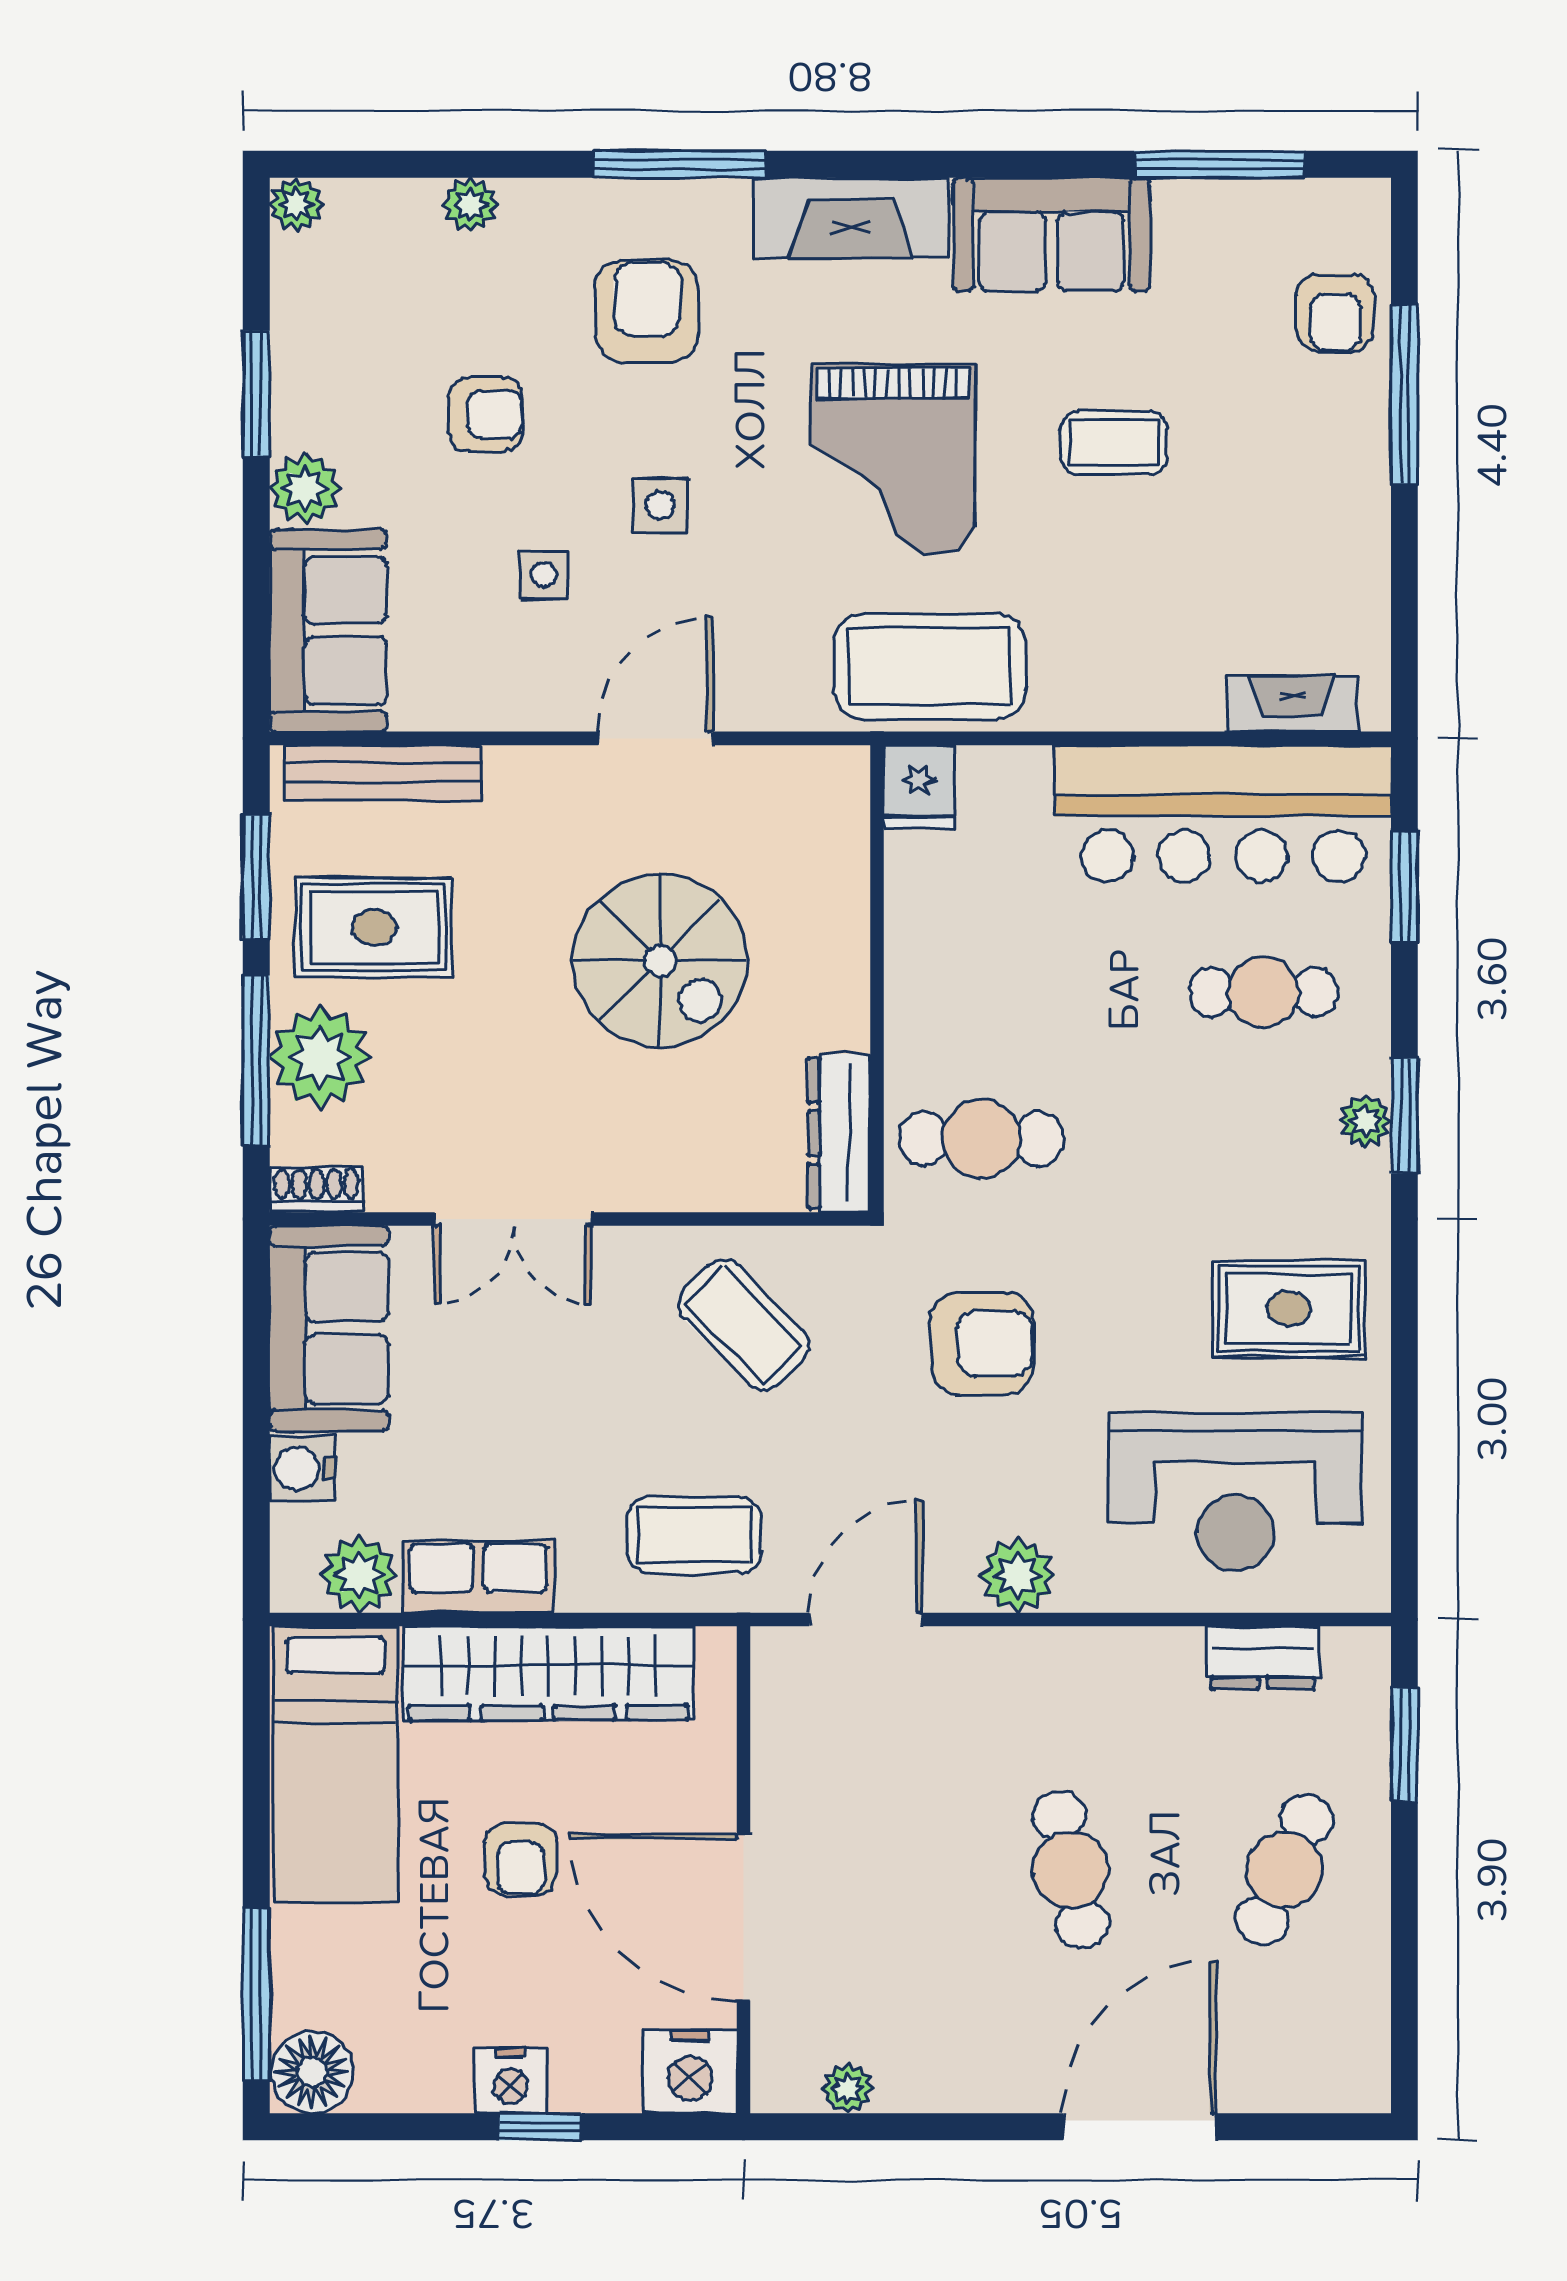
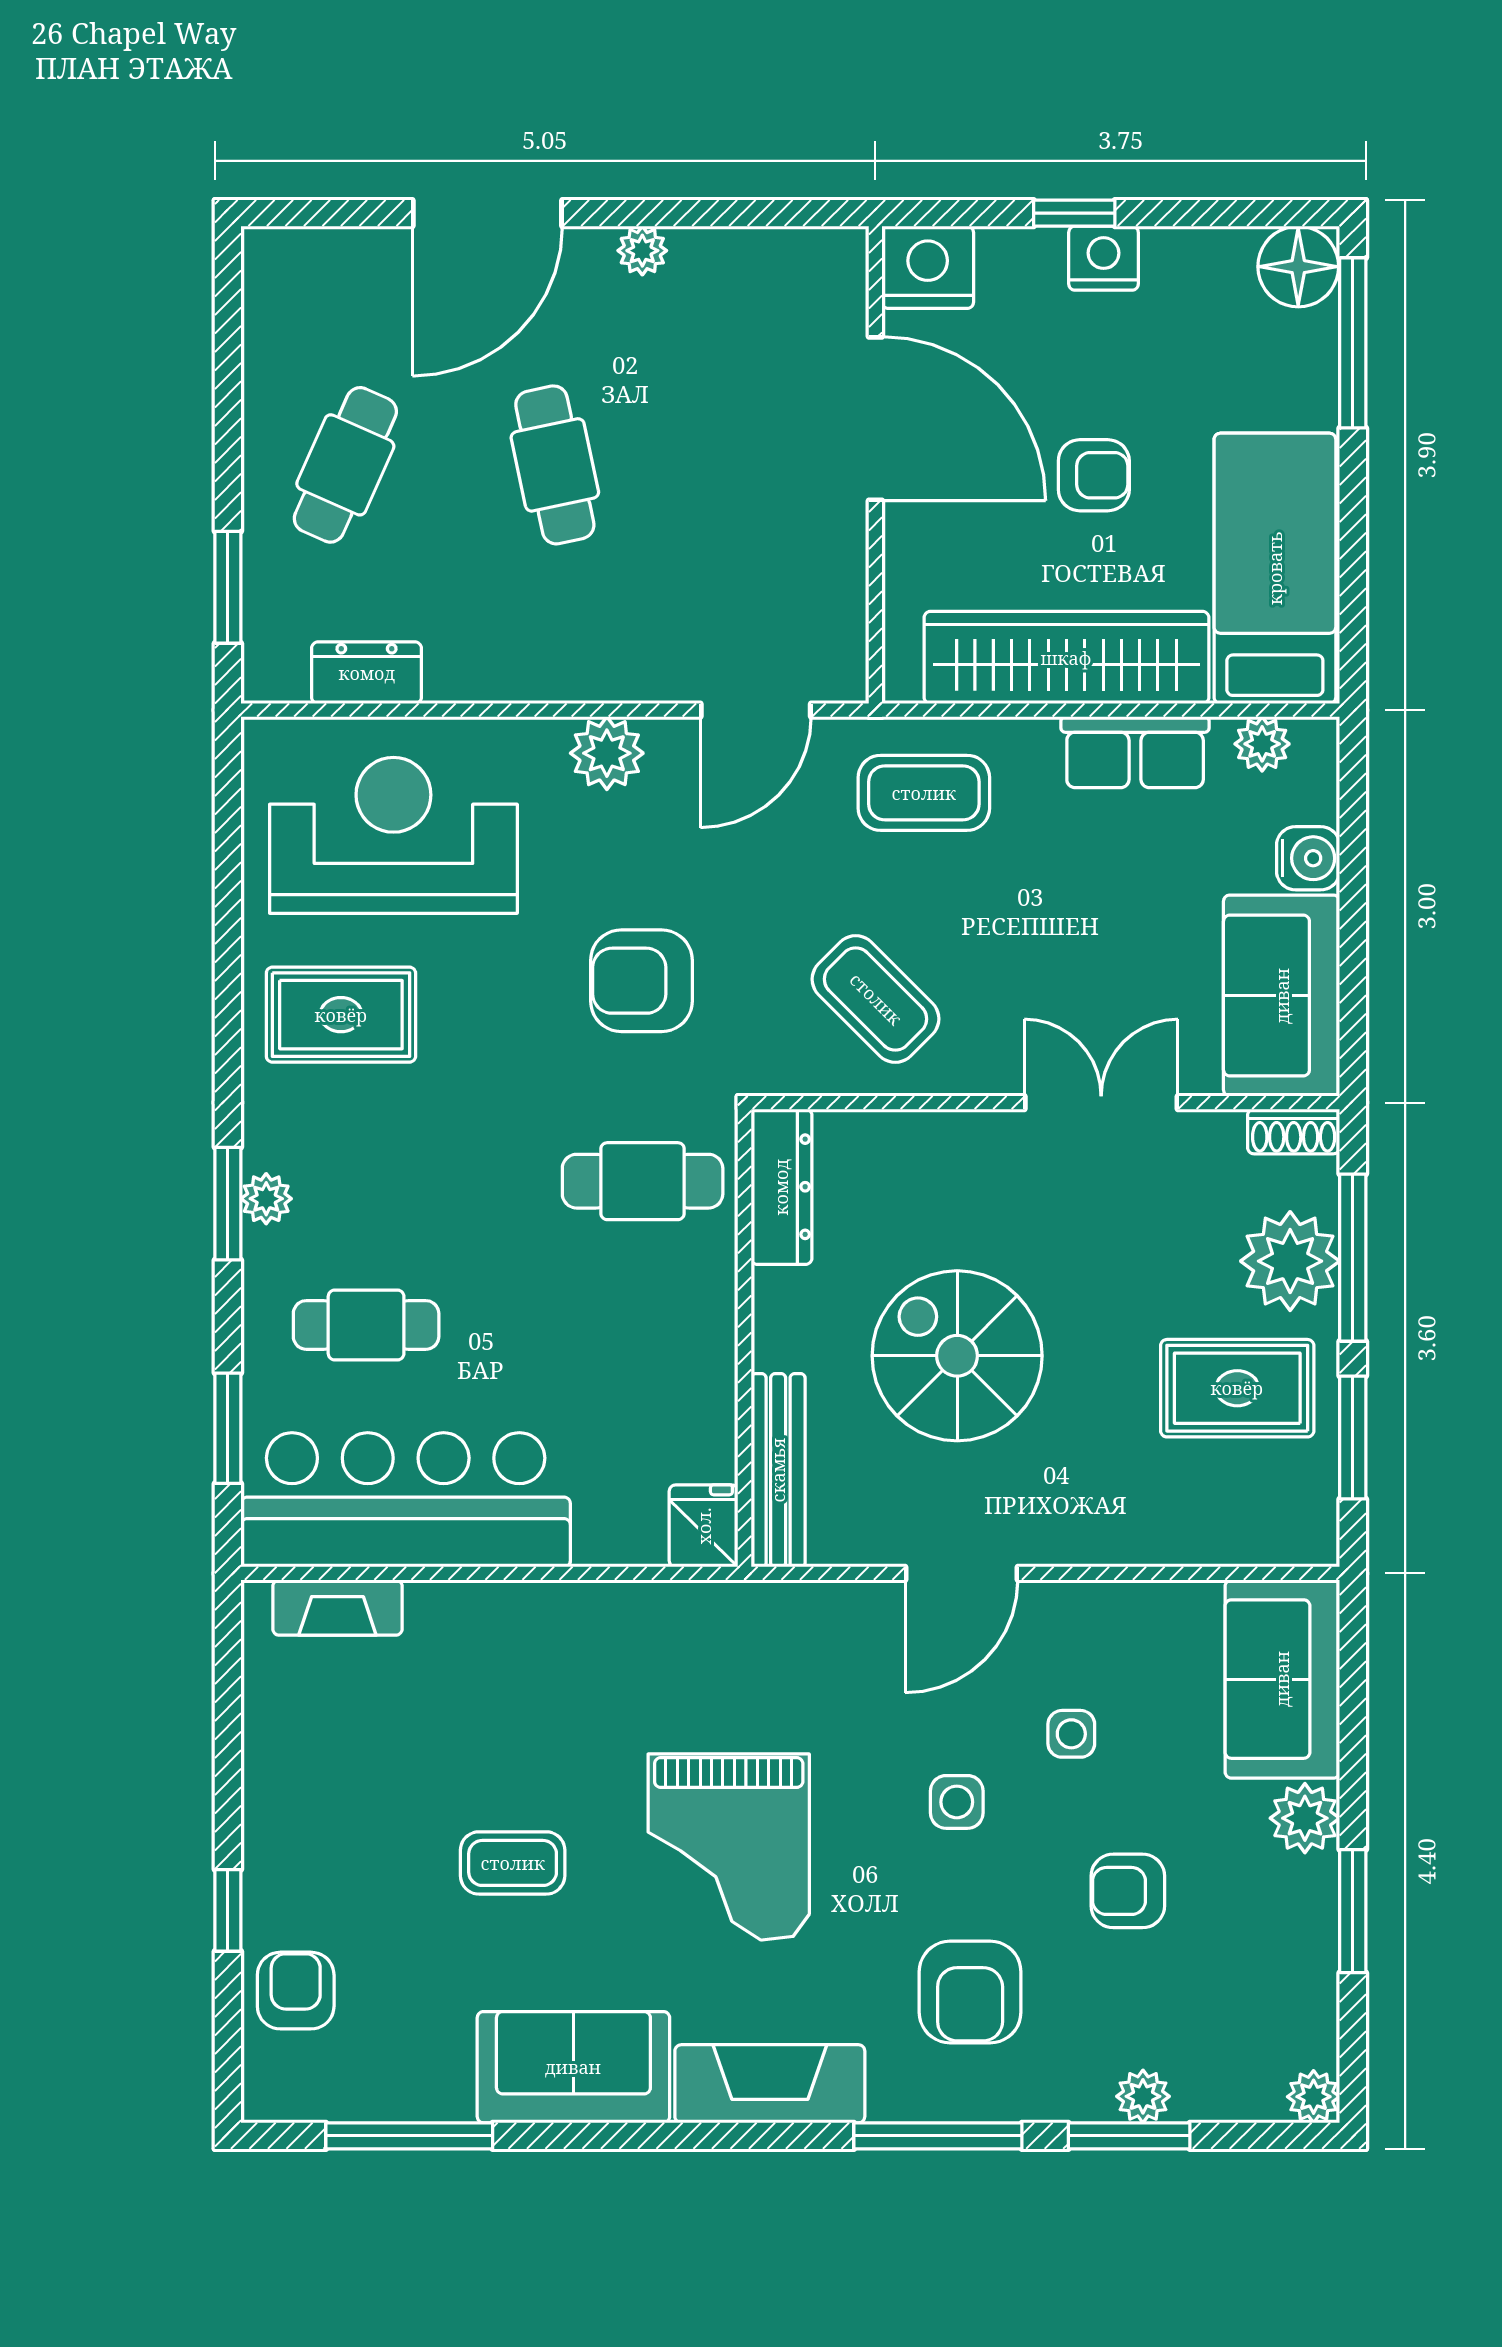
window: (485, 164) -> (1129, 2136), added
window: (1404, 394) -> (228, 1910), width x0.46
grand piano: (893, 459) -> (729, 1847), turned 180
coffee table: (930, 666) -> (693, 1644), removed
bench: (383, 773) -> (778, 1470), moved, turned 90
plant: (359, 1575) -> (1262, 744), width x0.73, depth x0.73
armchair: (521, 1859) -> (1094, 475), turned 90
plant: (848, 2088) -> (642, 251), moved

